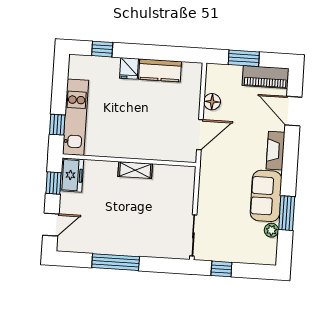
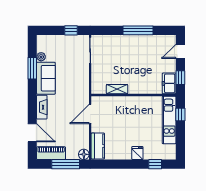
window: (244, 58) -> (66, 164), width x1.44
kitchen counter: (160, 70) -> (98, 146), moved, turned 90
floor lamp: (212, 102) -> (84, 154), moved
shelving: (135, 170) -> (117, 89), moved

